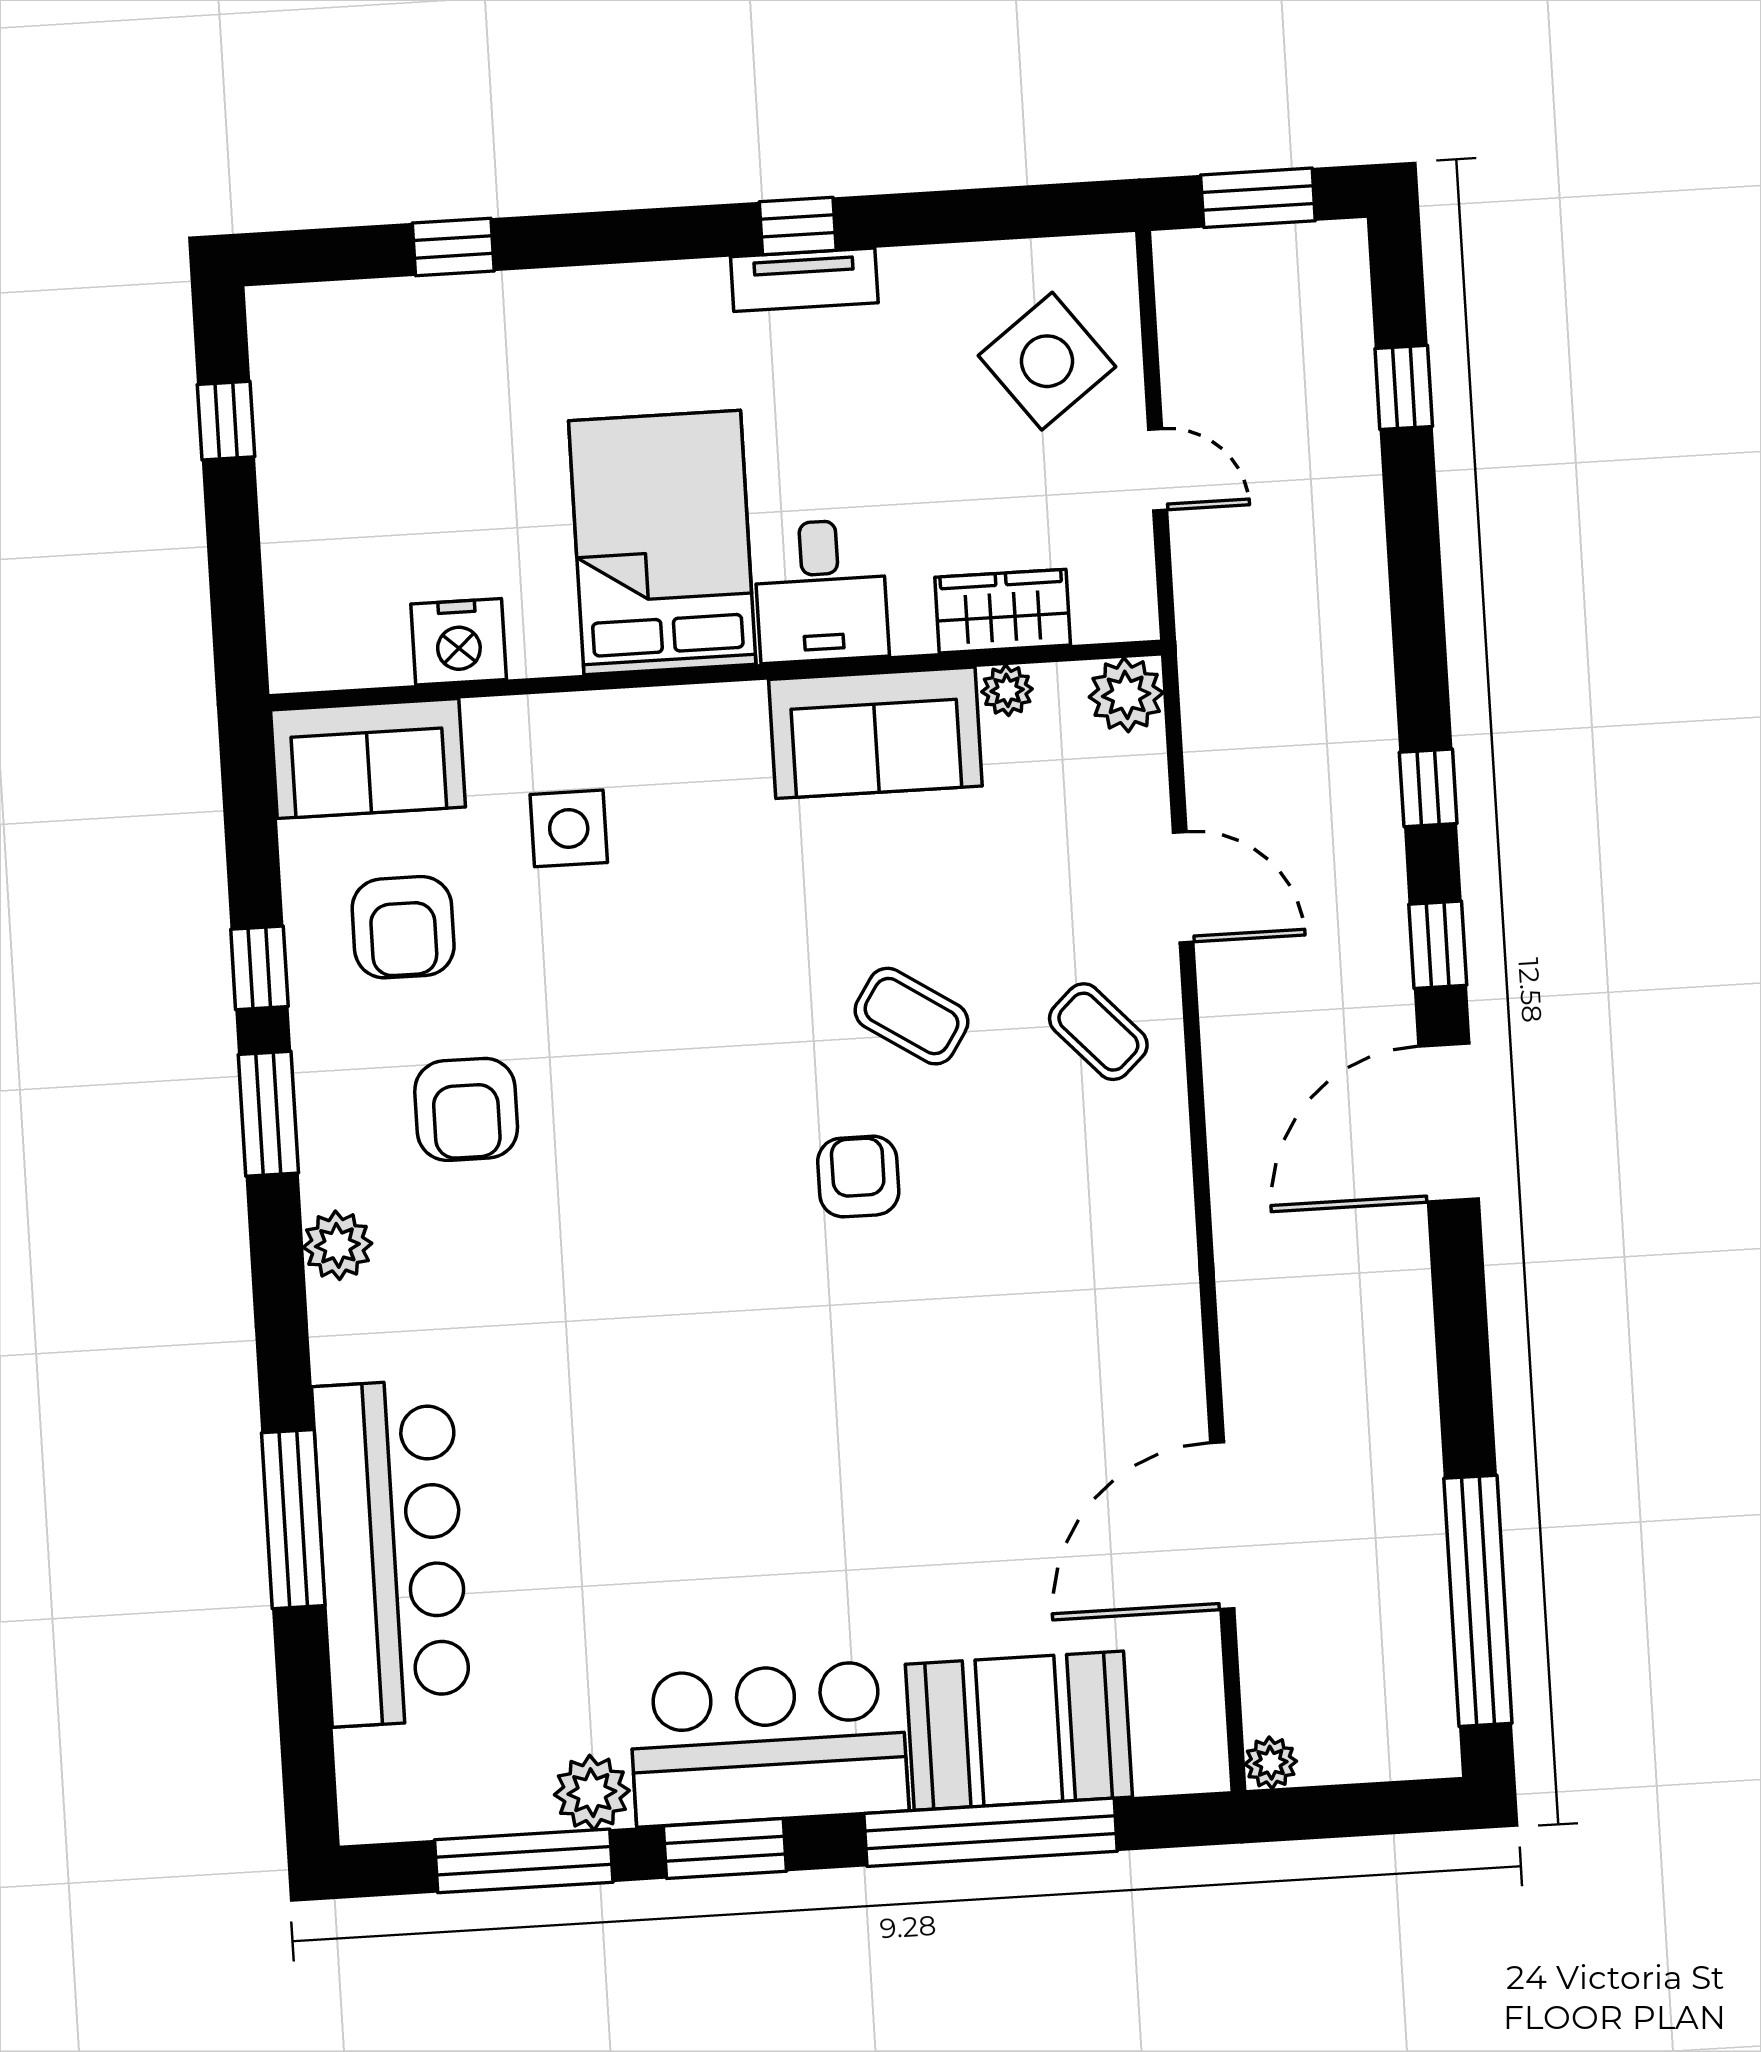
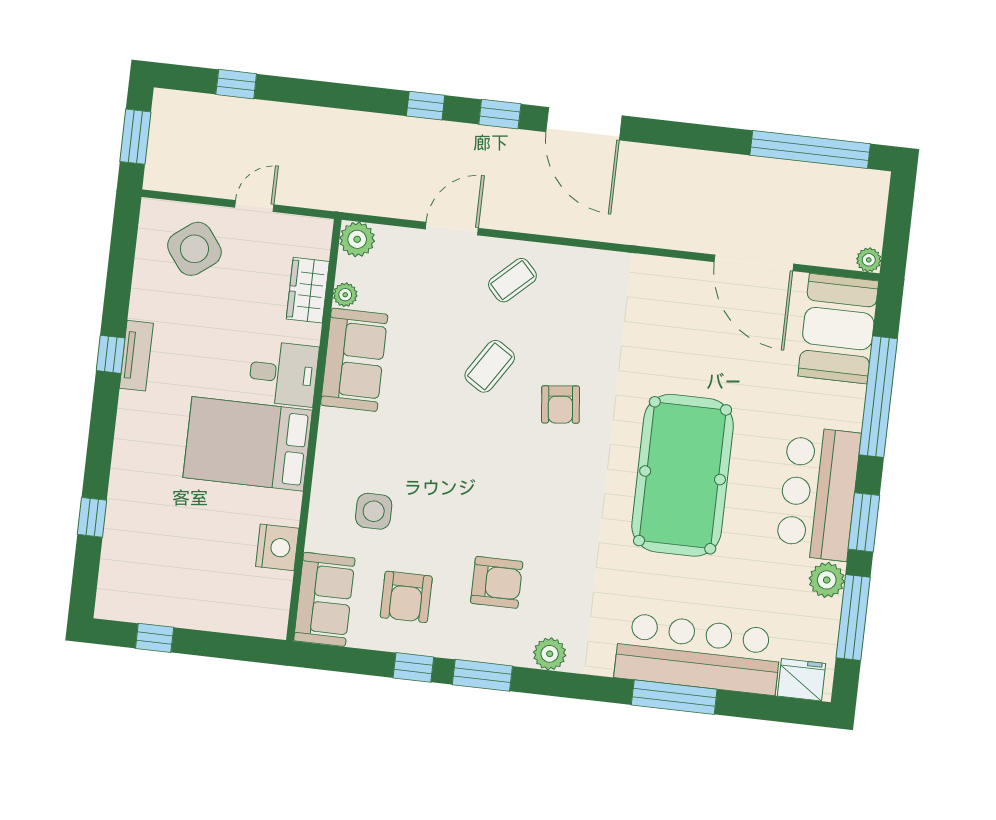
armchair: (403, 927) -> (406, 597), turned 90
armchair: (858, 1177) -> (560, 404), turned -96
pool table: (756, 1456) -> (683, 475), added
booth: (1019, 1731) -> (838, 329), moved
fridge: (376, 1777) -> (801, 680), added

